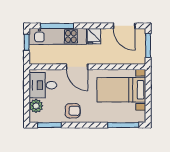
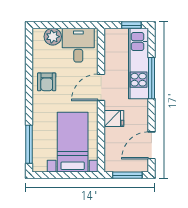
window: (57, 26) -> (152, 78), moved
fridge: (94, 36) -> (114, 118), moved, turned 180
window: (49, 125) -> (29, 53), removed

